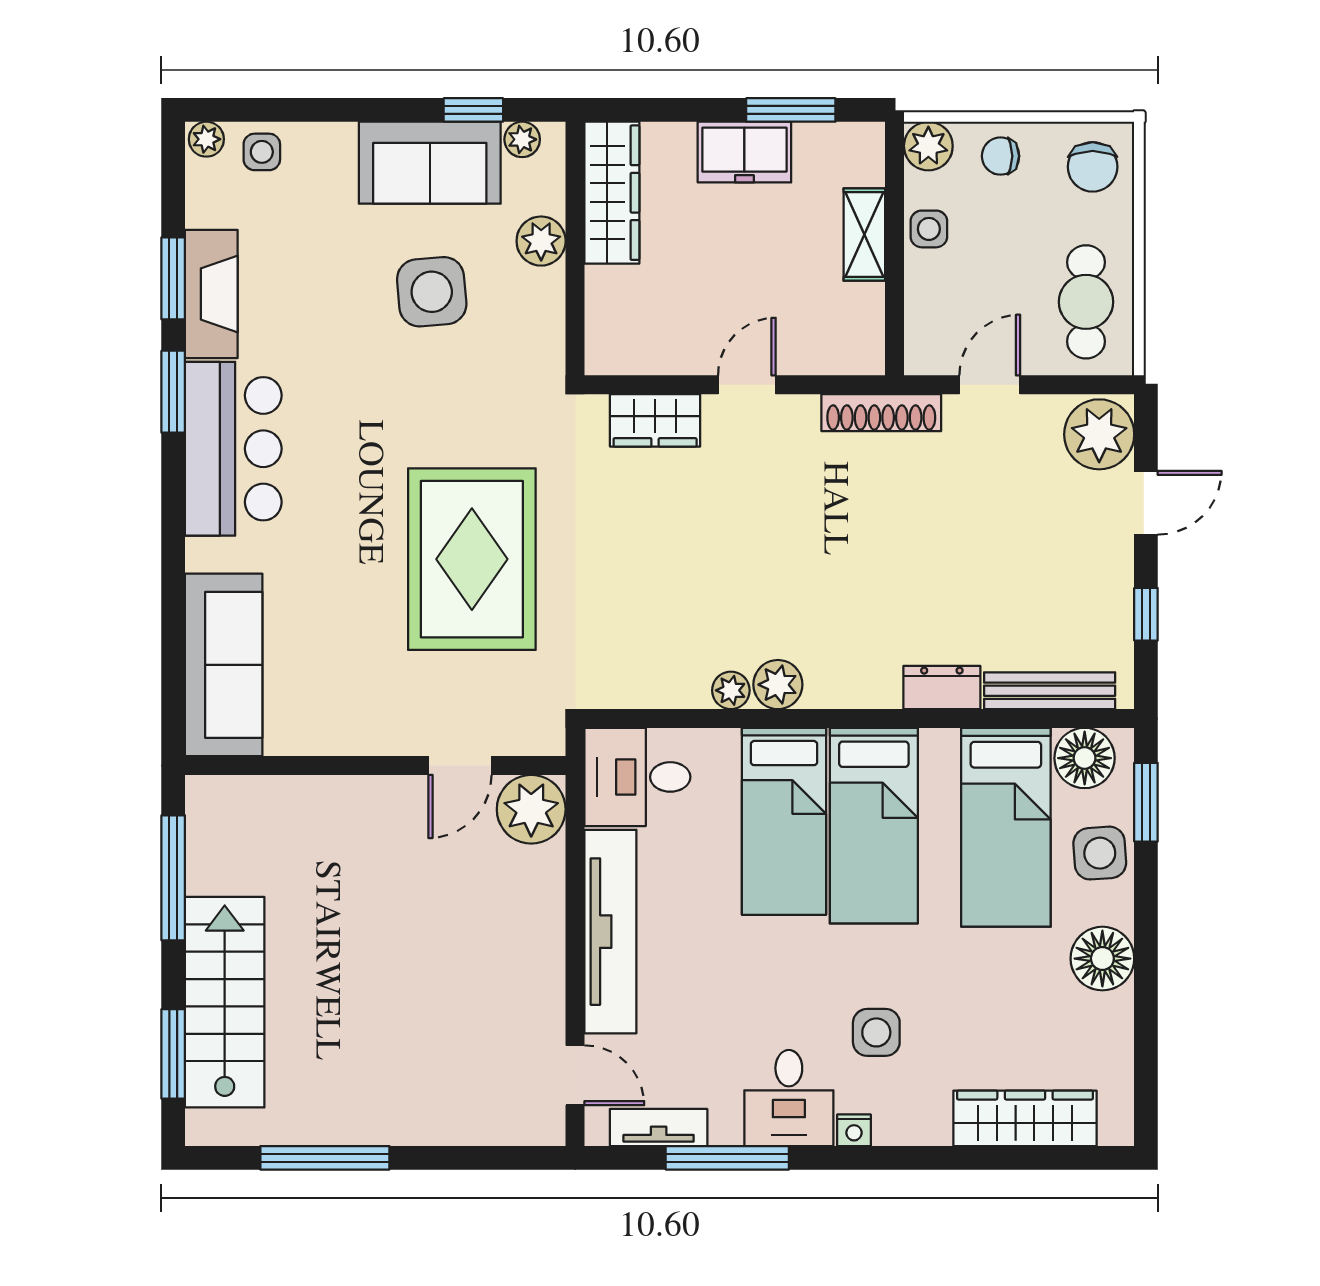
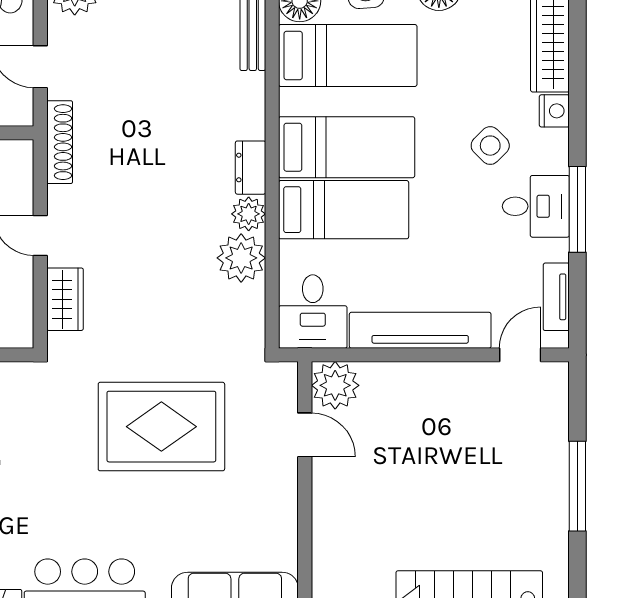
dresser: (942, 687) -> (251, 168), moved
plant: (731, 690) -> (241, 258), width x1.88, depth x1.88
side table: (876, 1032) -> (490, 146), turned 45
nightstand: (854, 1130) -> (554, 111), moved, width x1.39, depth x1.35
window: (325, 1158) -> (577, 486), moved
window: (727, 1158) -> (577, 209), moved

